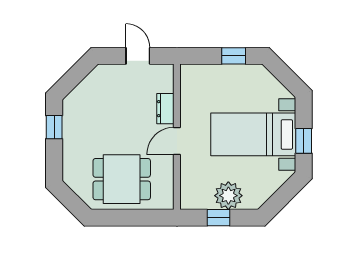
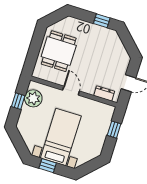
window: (234, 56) -> (114, 130), moved
dresser: (165, 109) -> (104, 94), moved
plant: (228, 196) -> (33, 98), moved

